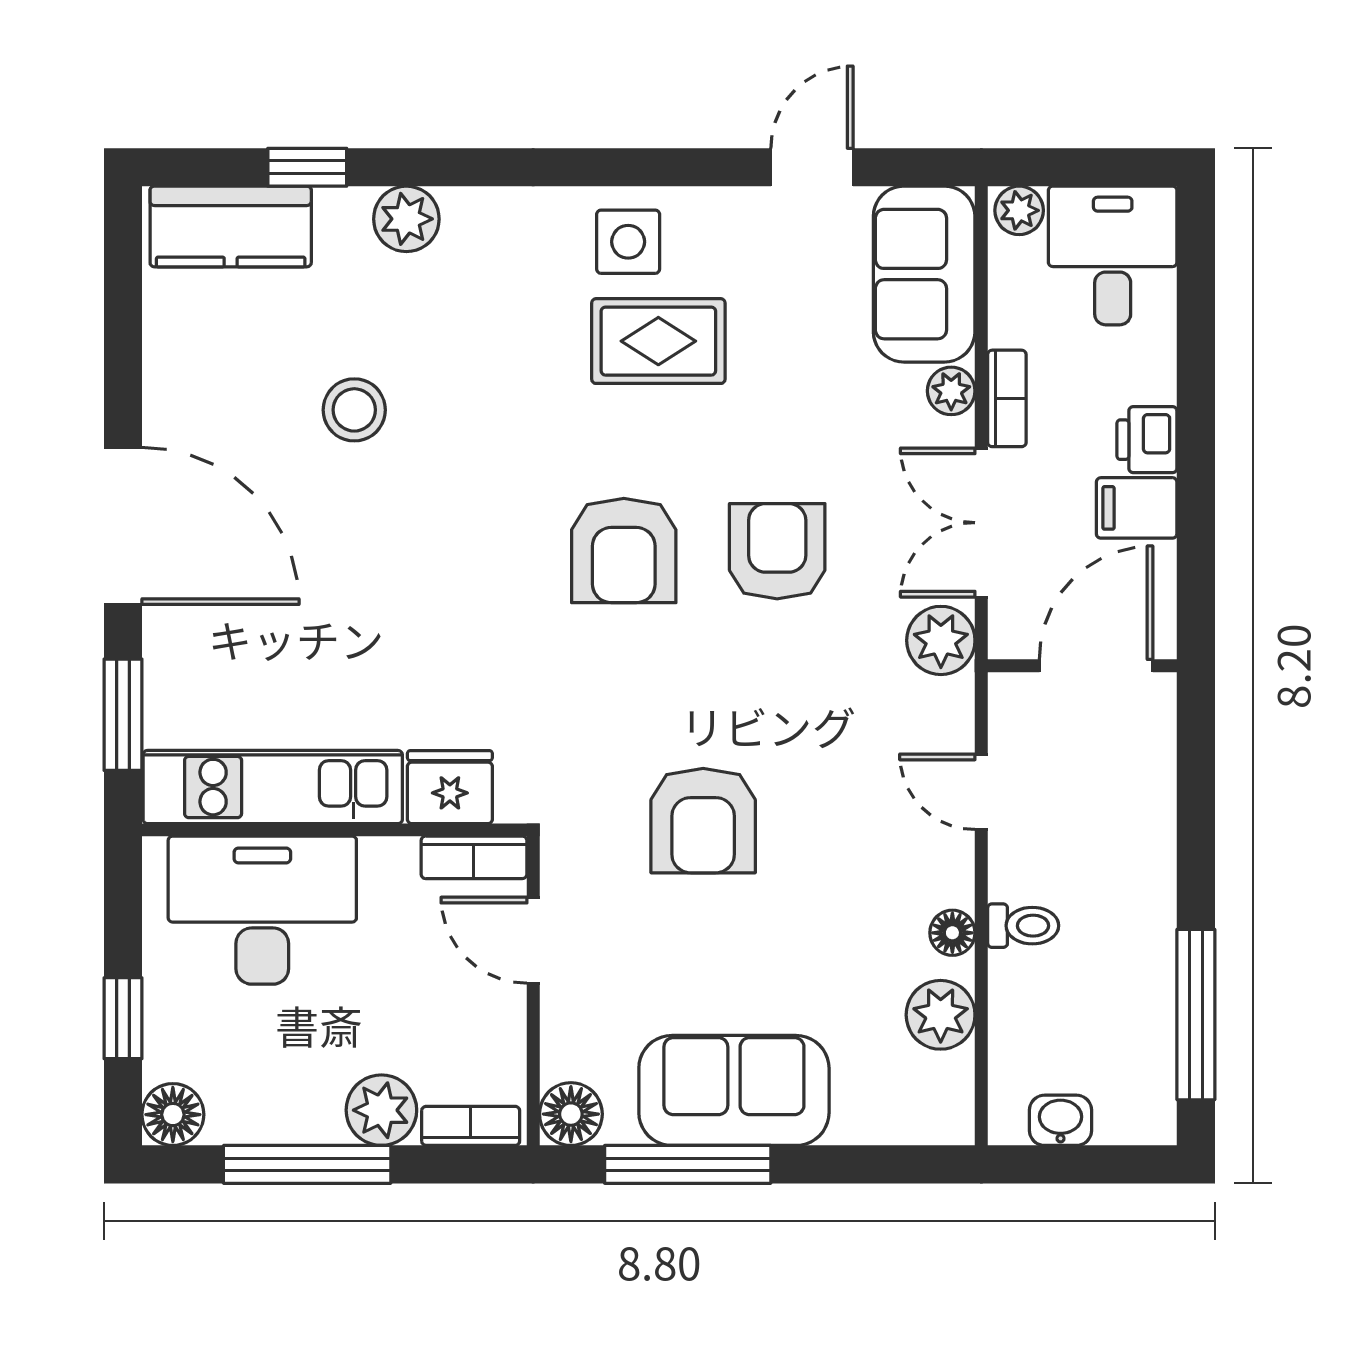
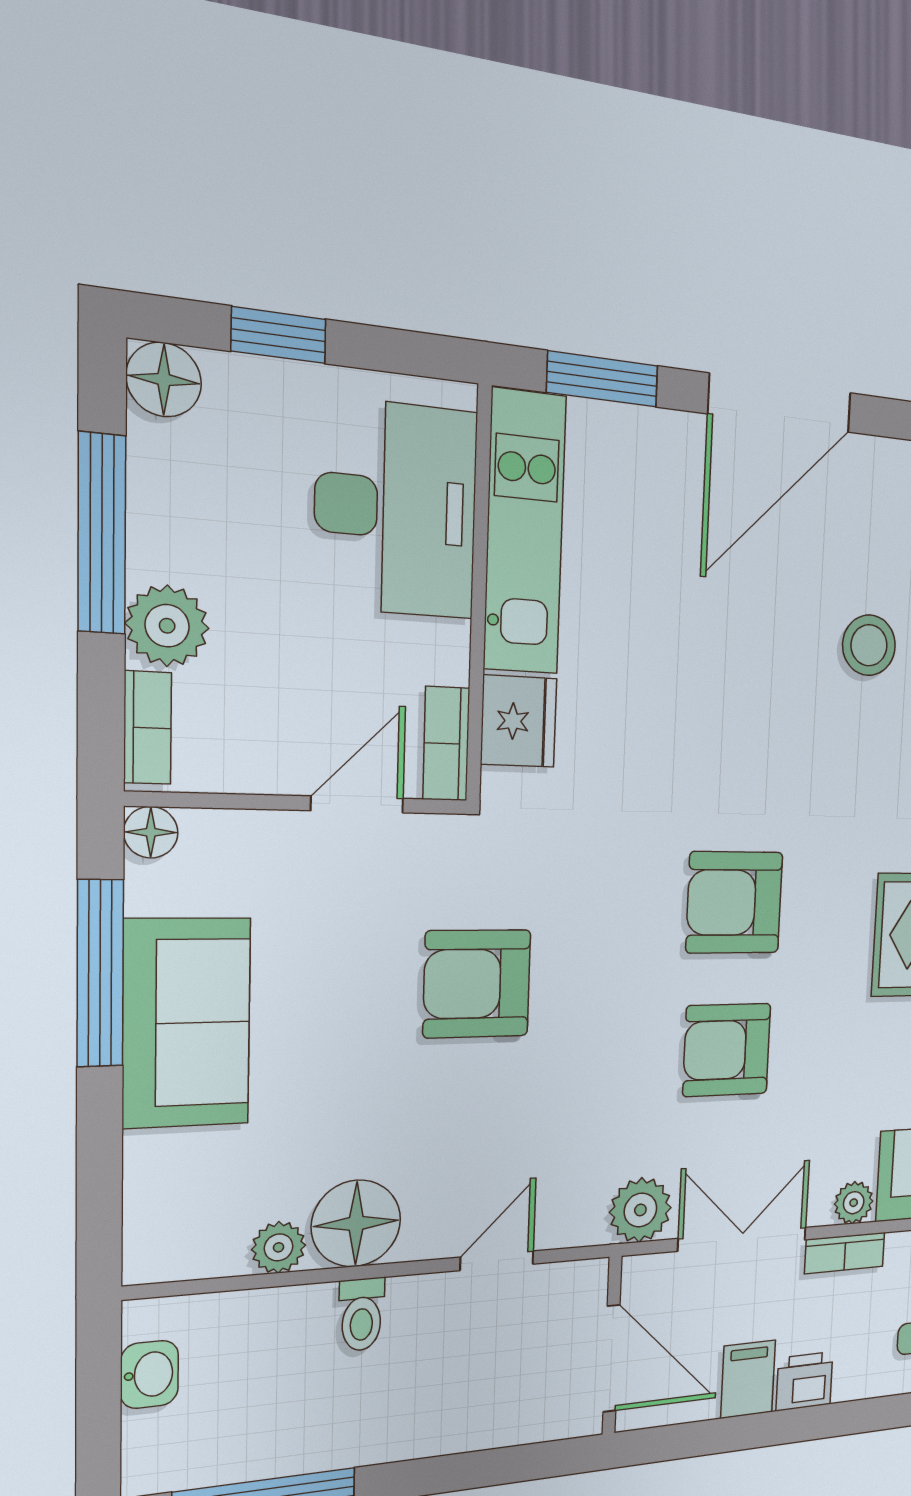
armchair: (777, 551) -> (727, 1050), turned 180
floor lamp: (952, 933) -> (356, 1223), width x1.89, depth x1.89
plant: (941, 1015) -> (279, 1247), width x0.73, depth x0.73
floor lamp: (571, 1114) -> (151, 832), width x0.73, depth x0.73

